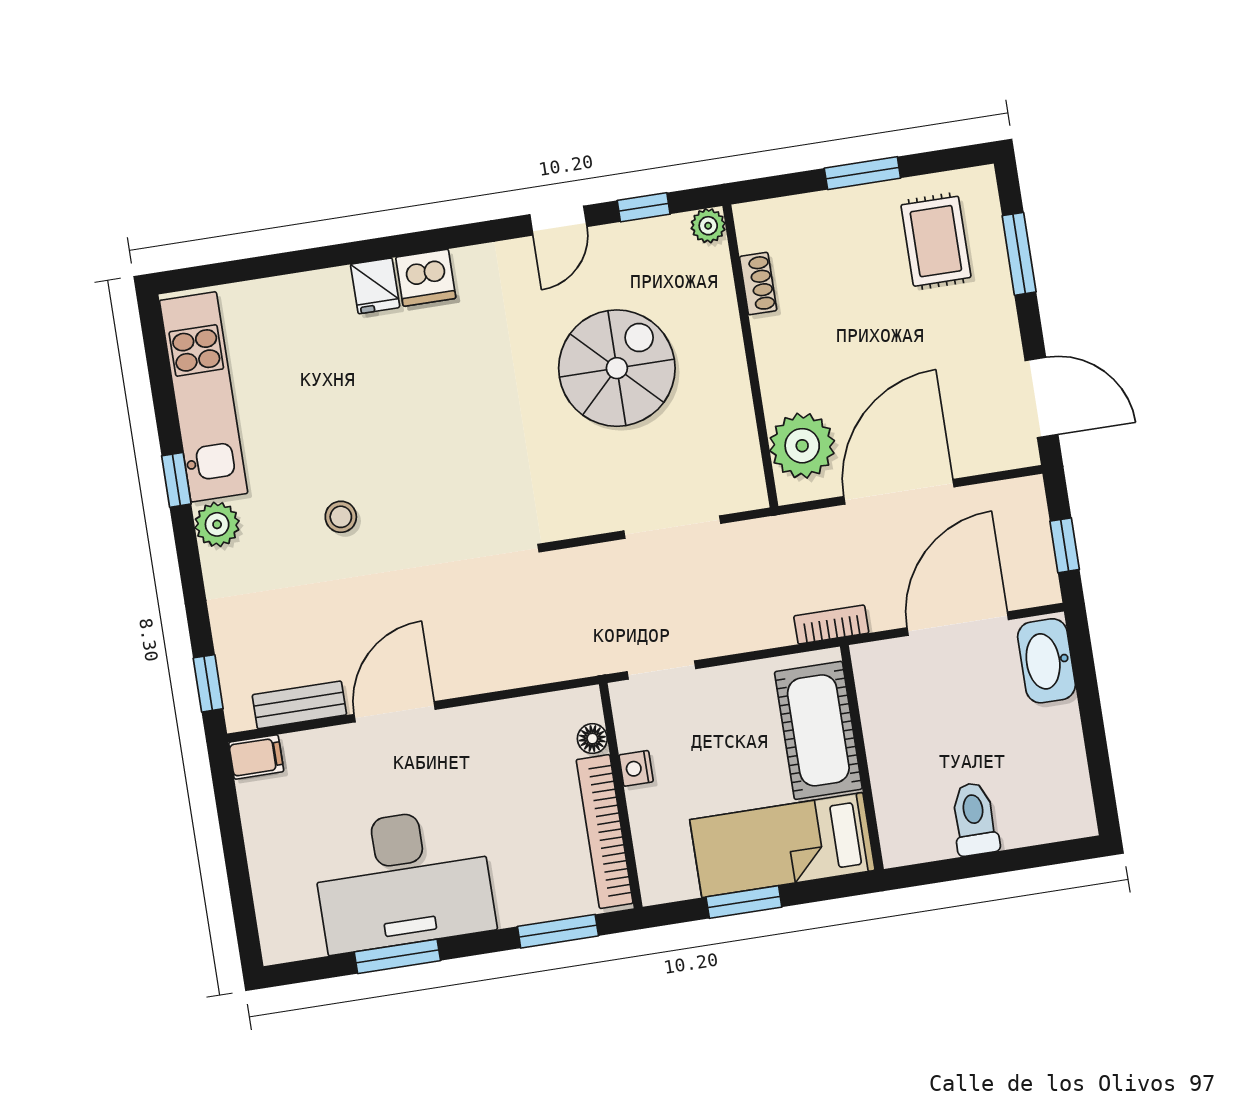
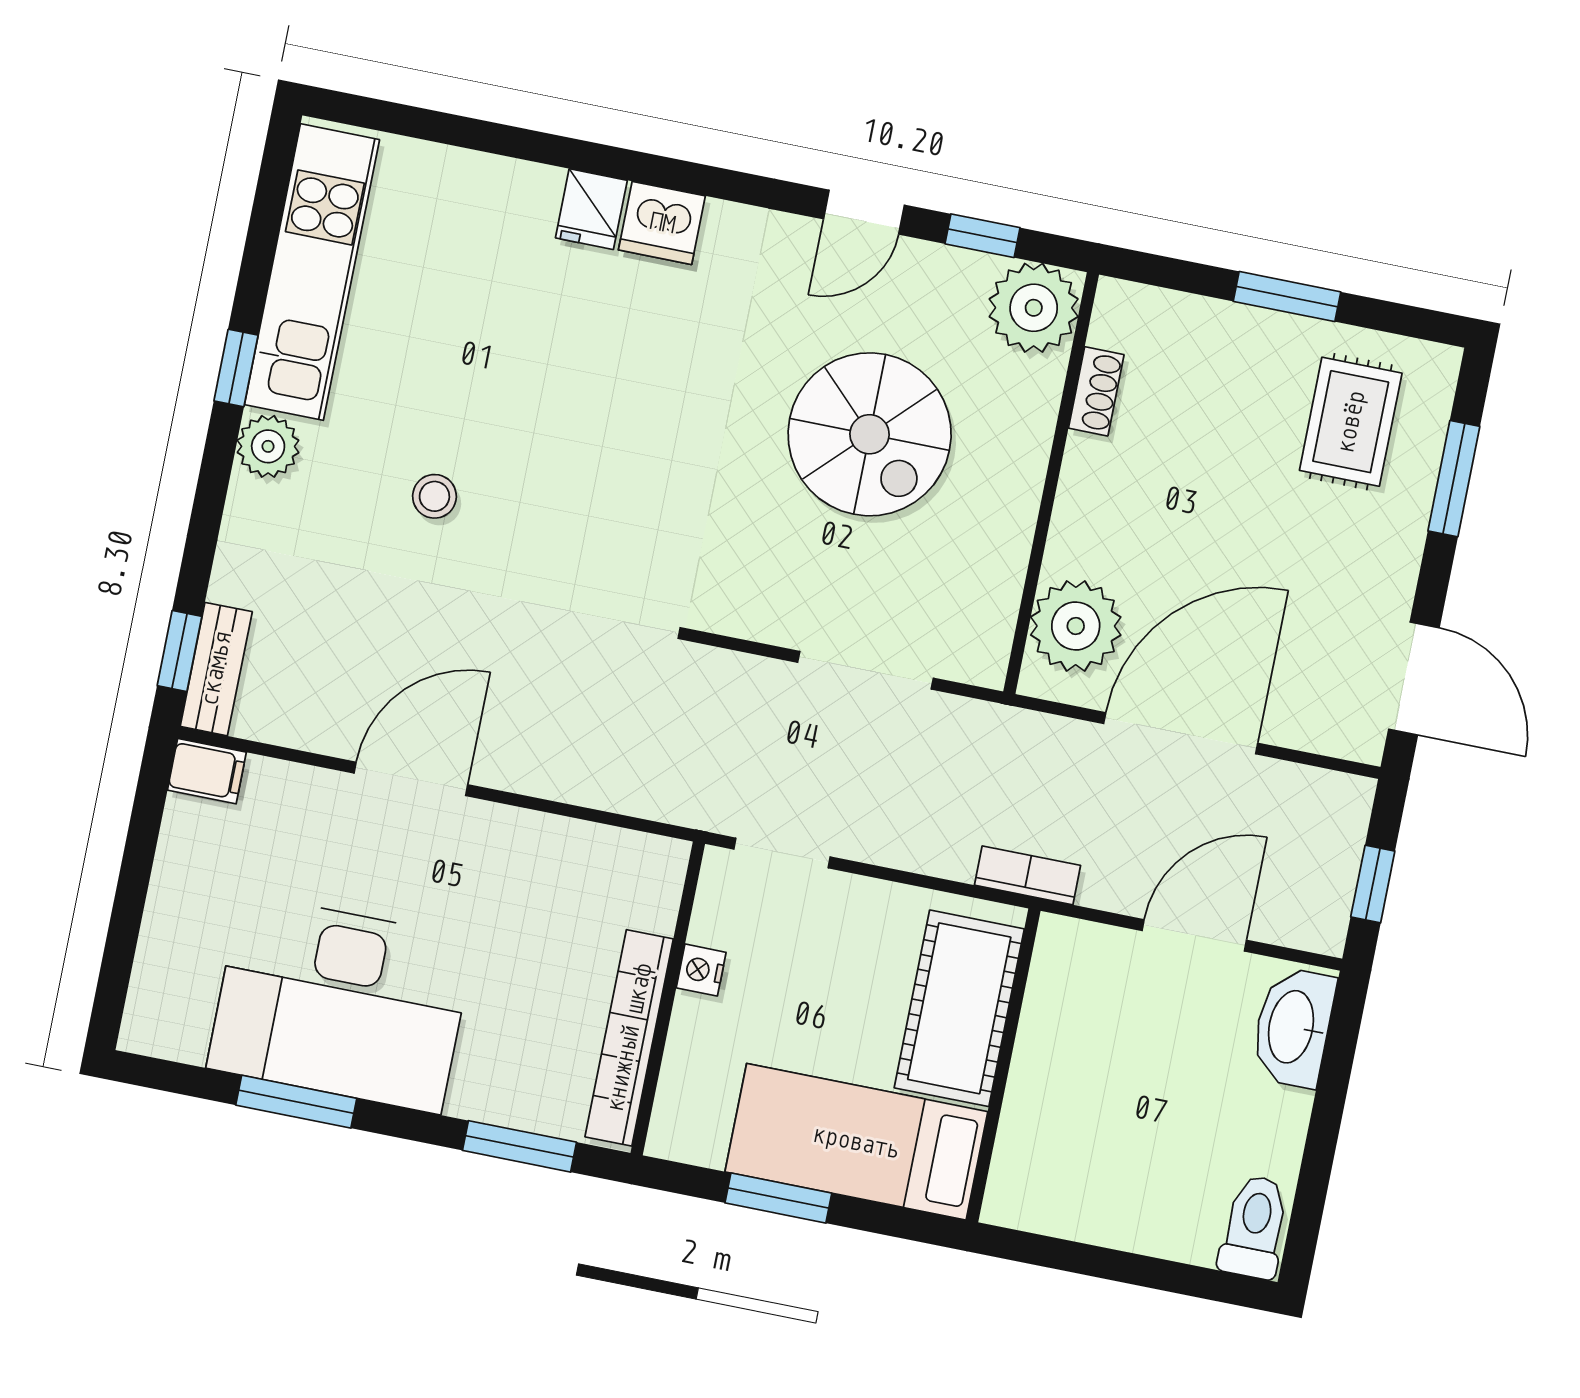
plant: (708, 226) -> (1034, 308), width x1.88, depth x1.88
spiral stairs: (617, 368) -> (870, 434), turned 90
door: (958, 624) -> (1194, 935), width x0.73
bench: (299, 705) -> (216, 669), moved, turned 90
floor lamp: (592, 739) -> (658, 910), removed
toilet: (974, 819) -> (1254, 1227), moved

